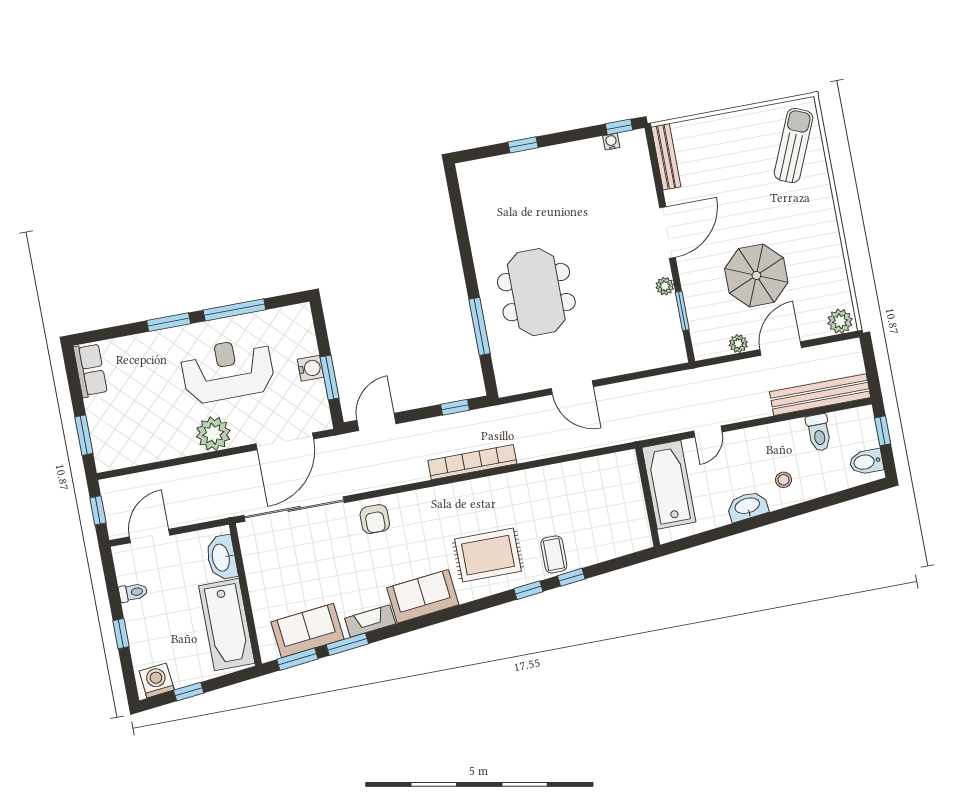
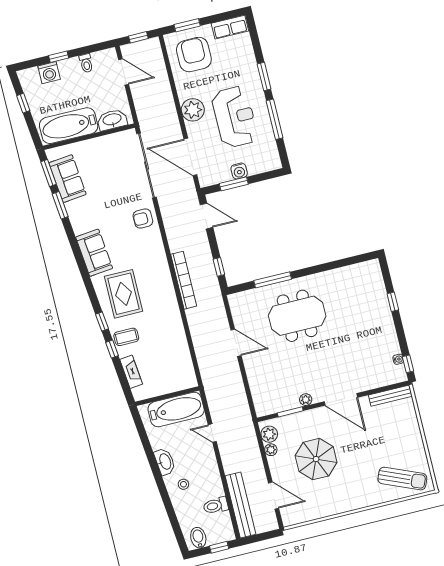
plant: (840, 321) -> (269, 434), moved
door: (781, 349) -> (274, 496), moved
door: (572, 388) -> (236, 343), swing flipped
armchair: (129, 427) -> (194, 55), added
fireplace: (370, 621) -> (131, 372), moved
washing machine: (157, 680) -> (49, 73), moved, turned 96

